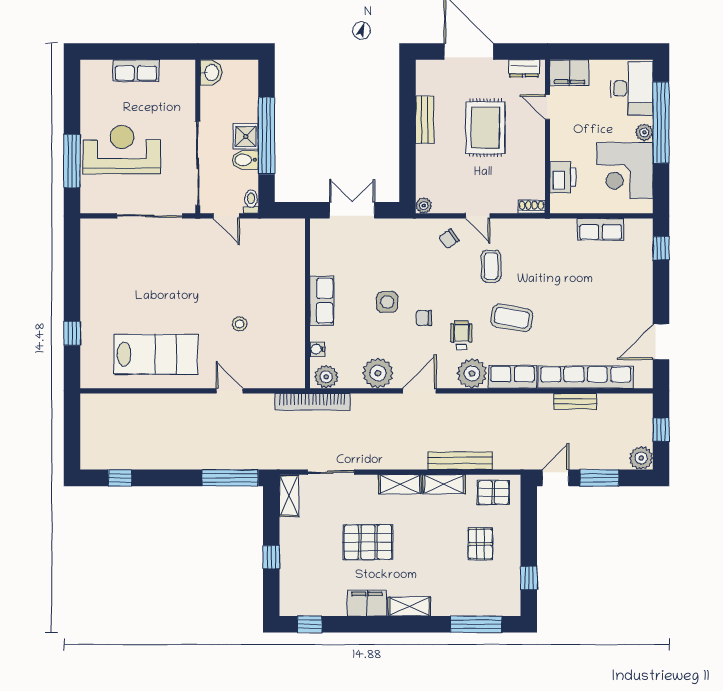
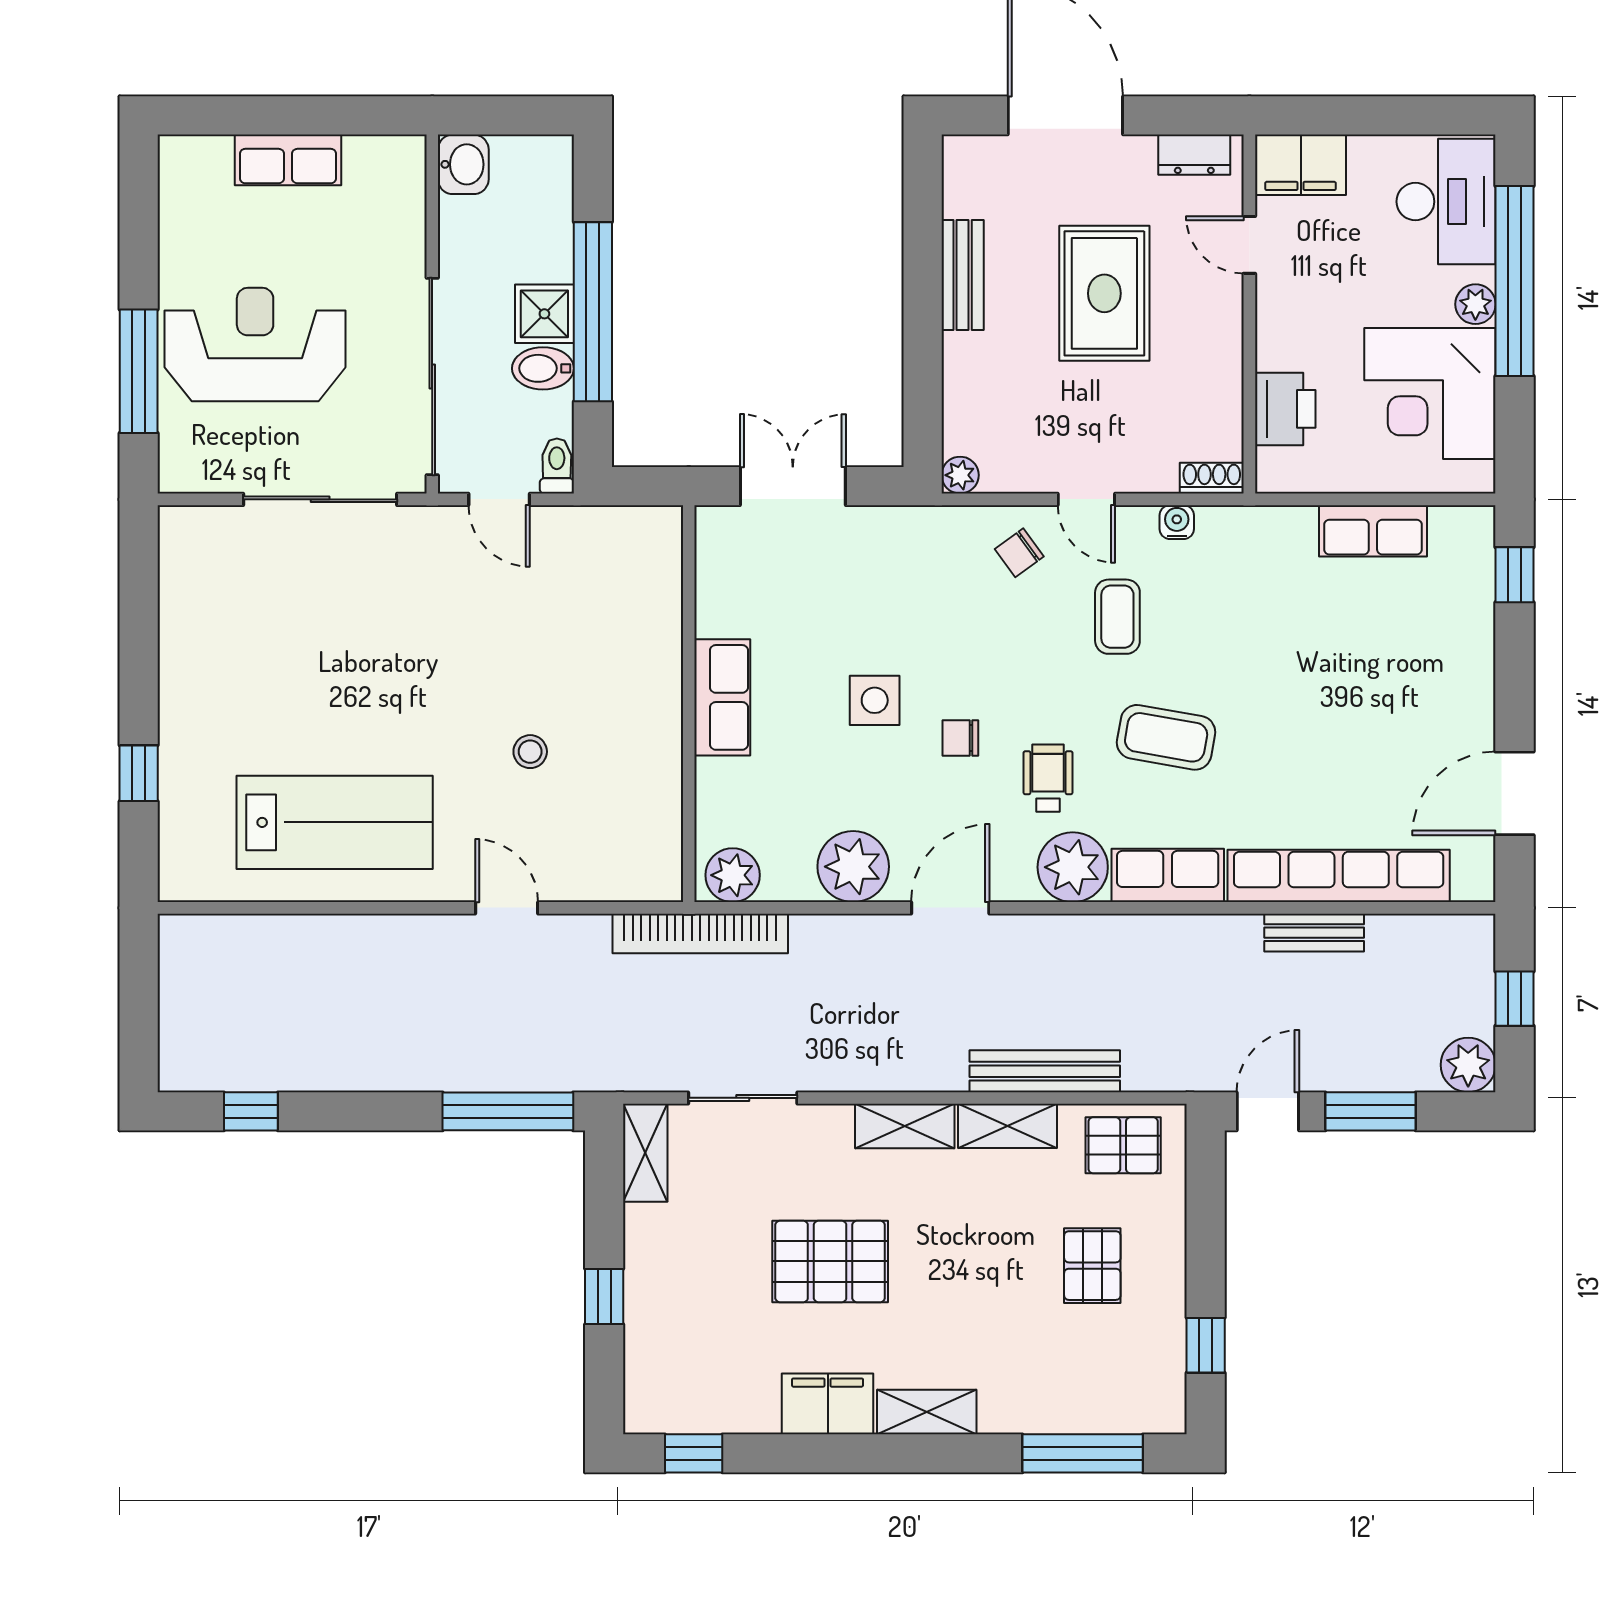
water cooler: (317, 349) -> (1177, 522), moved, turned 90

